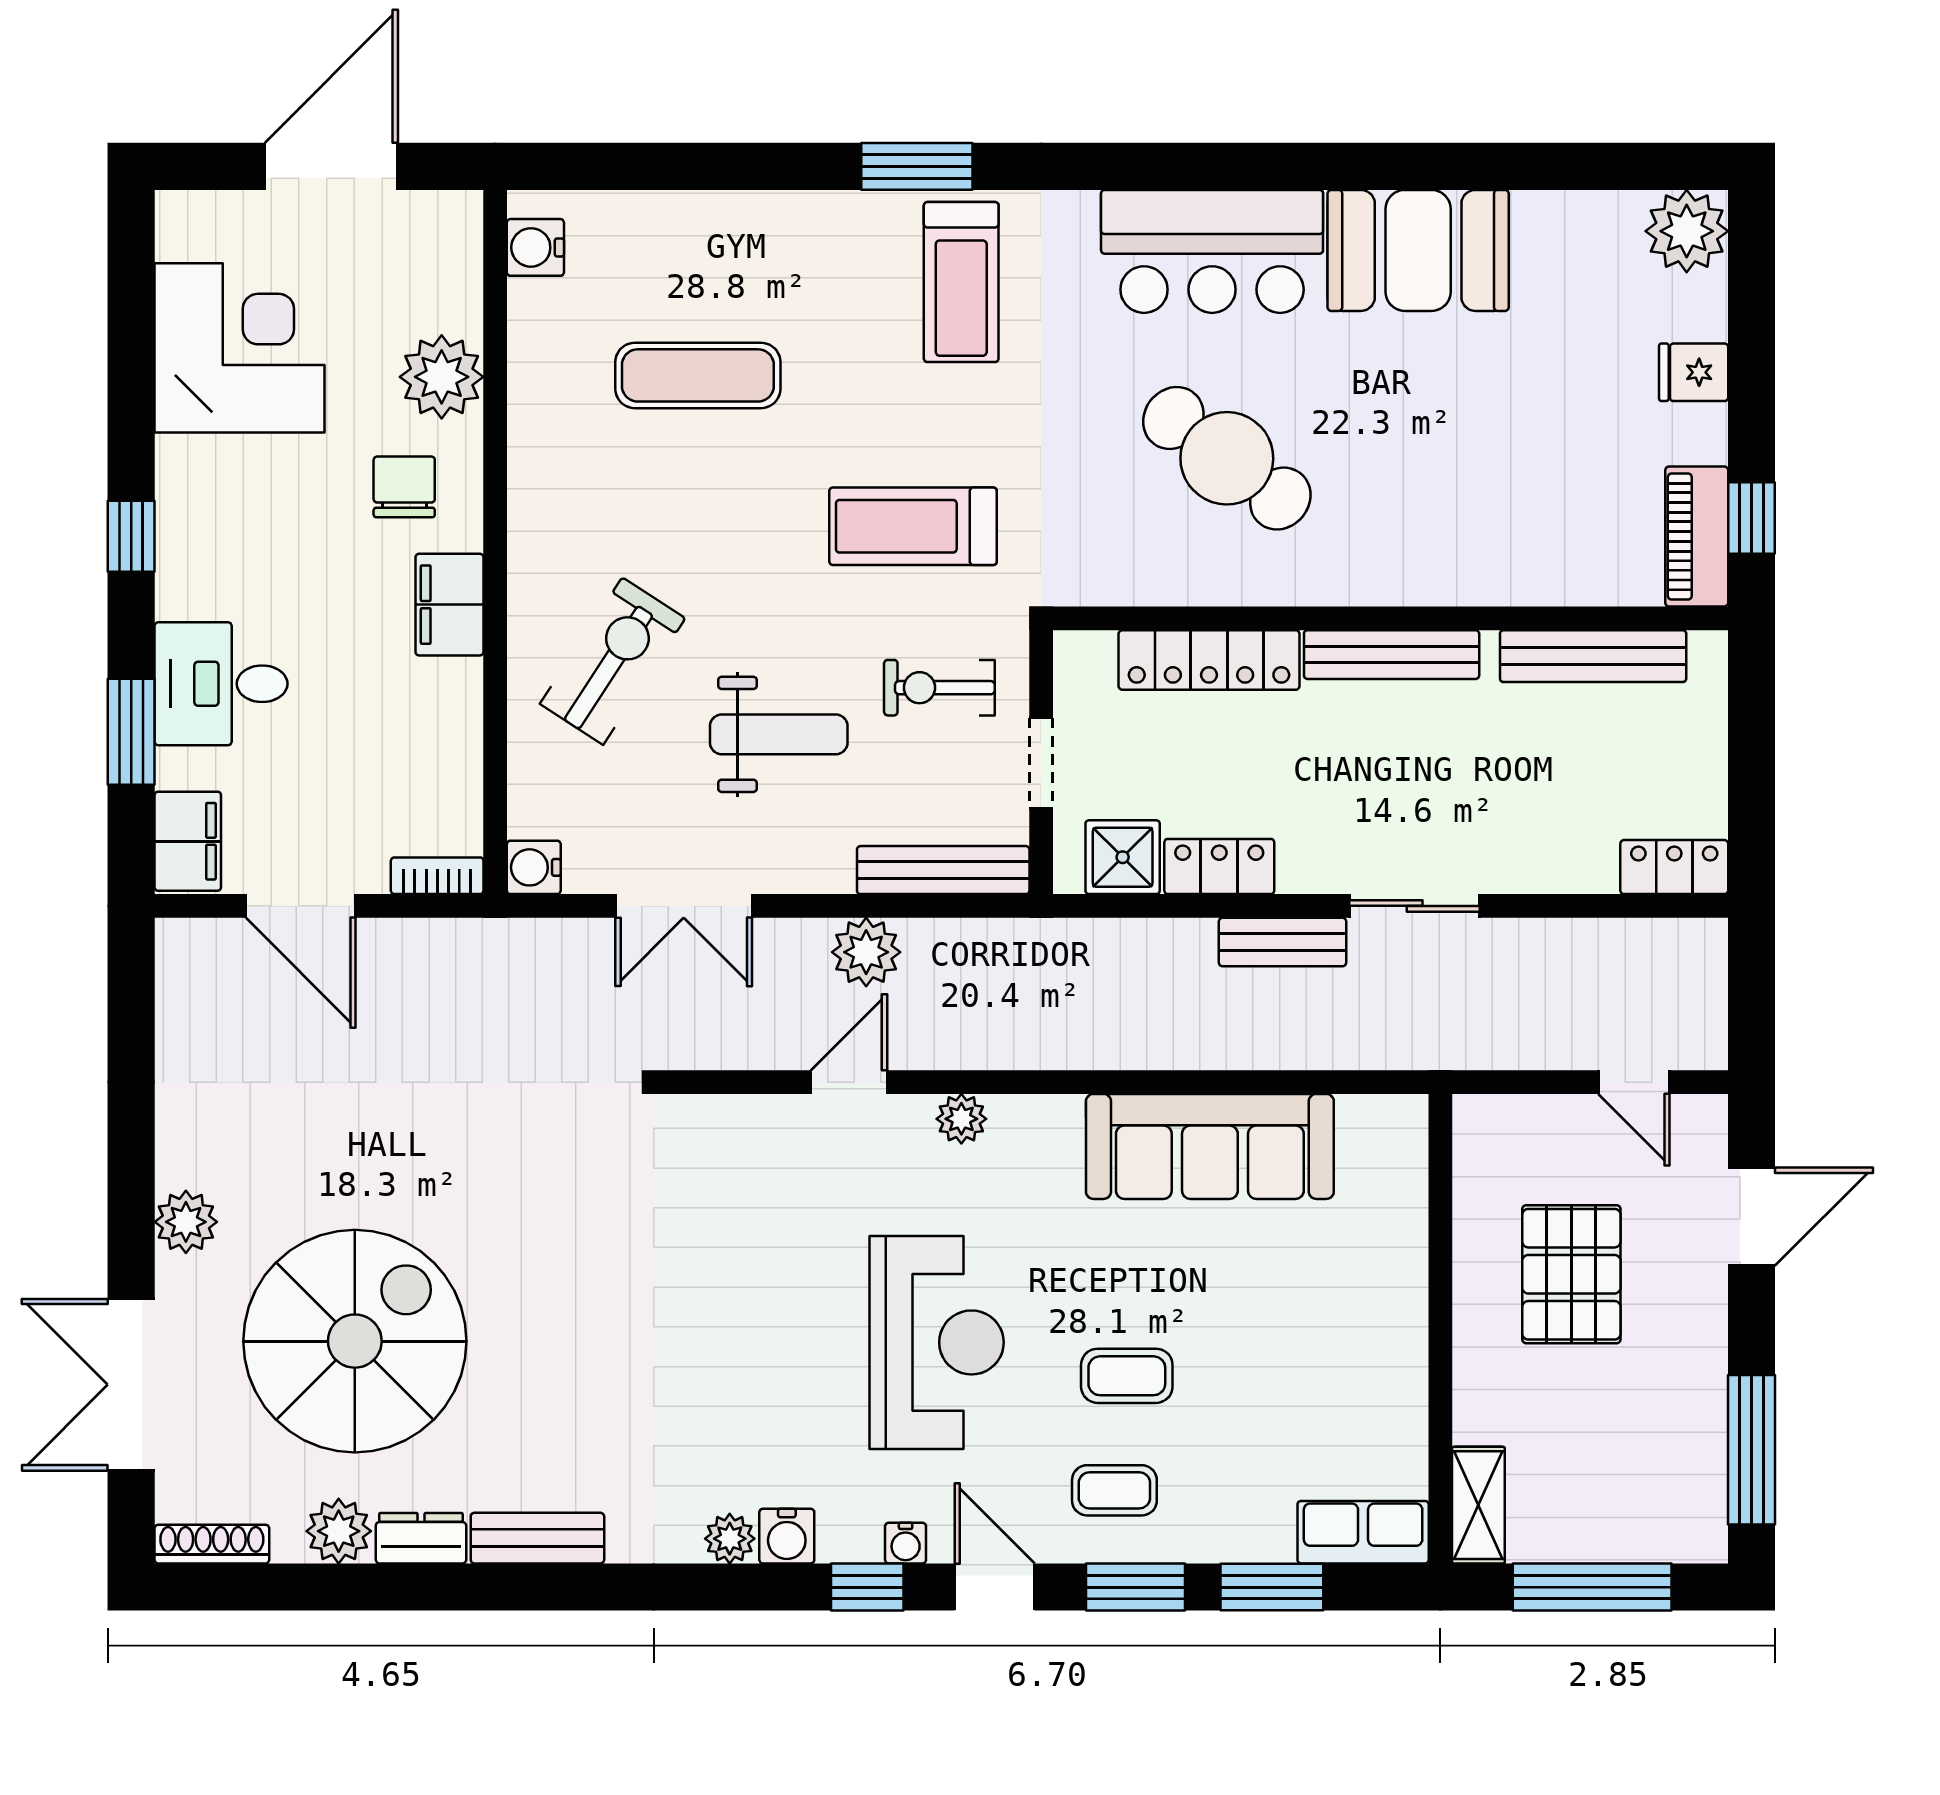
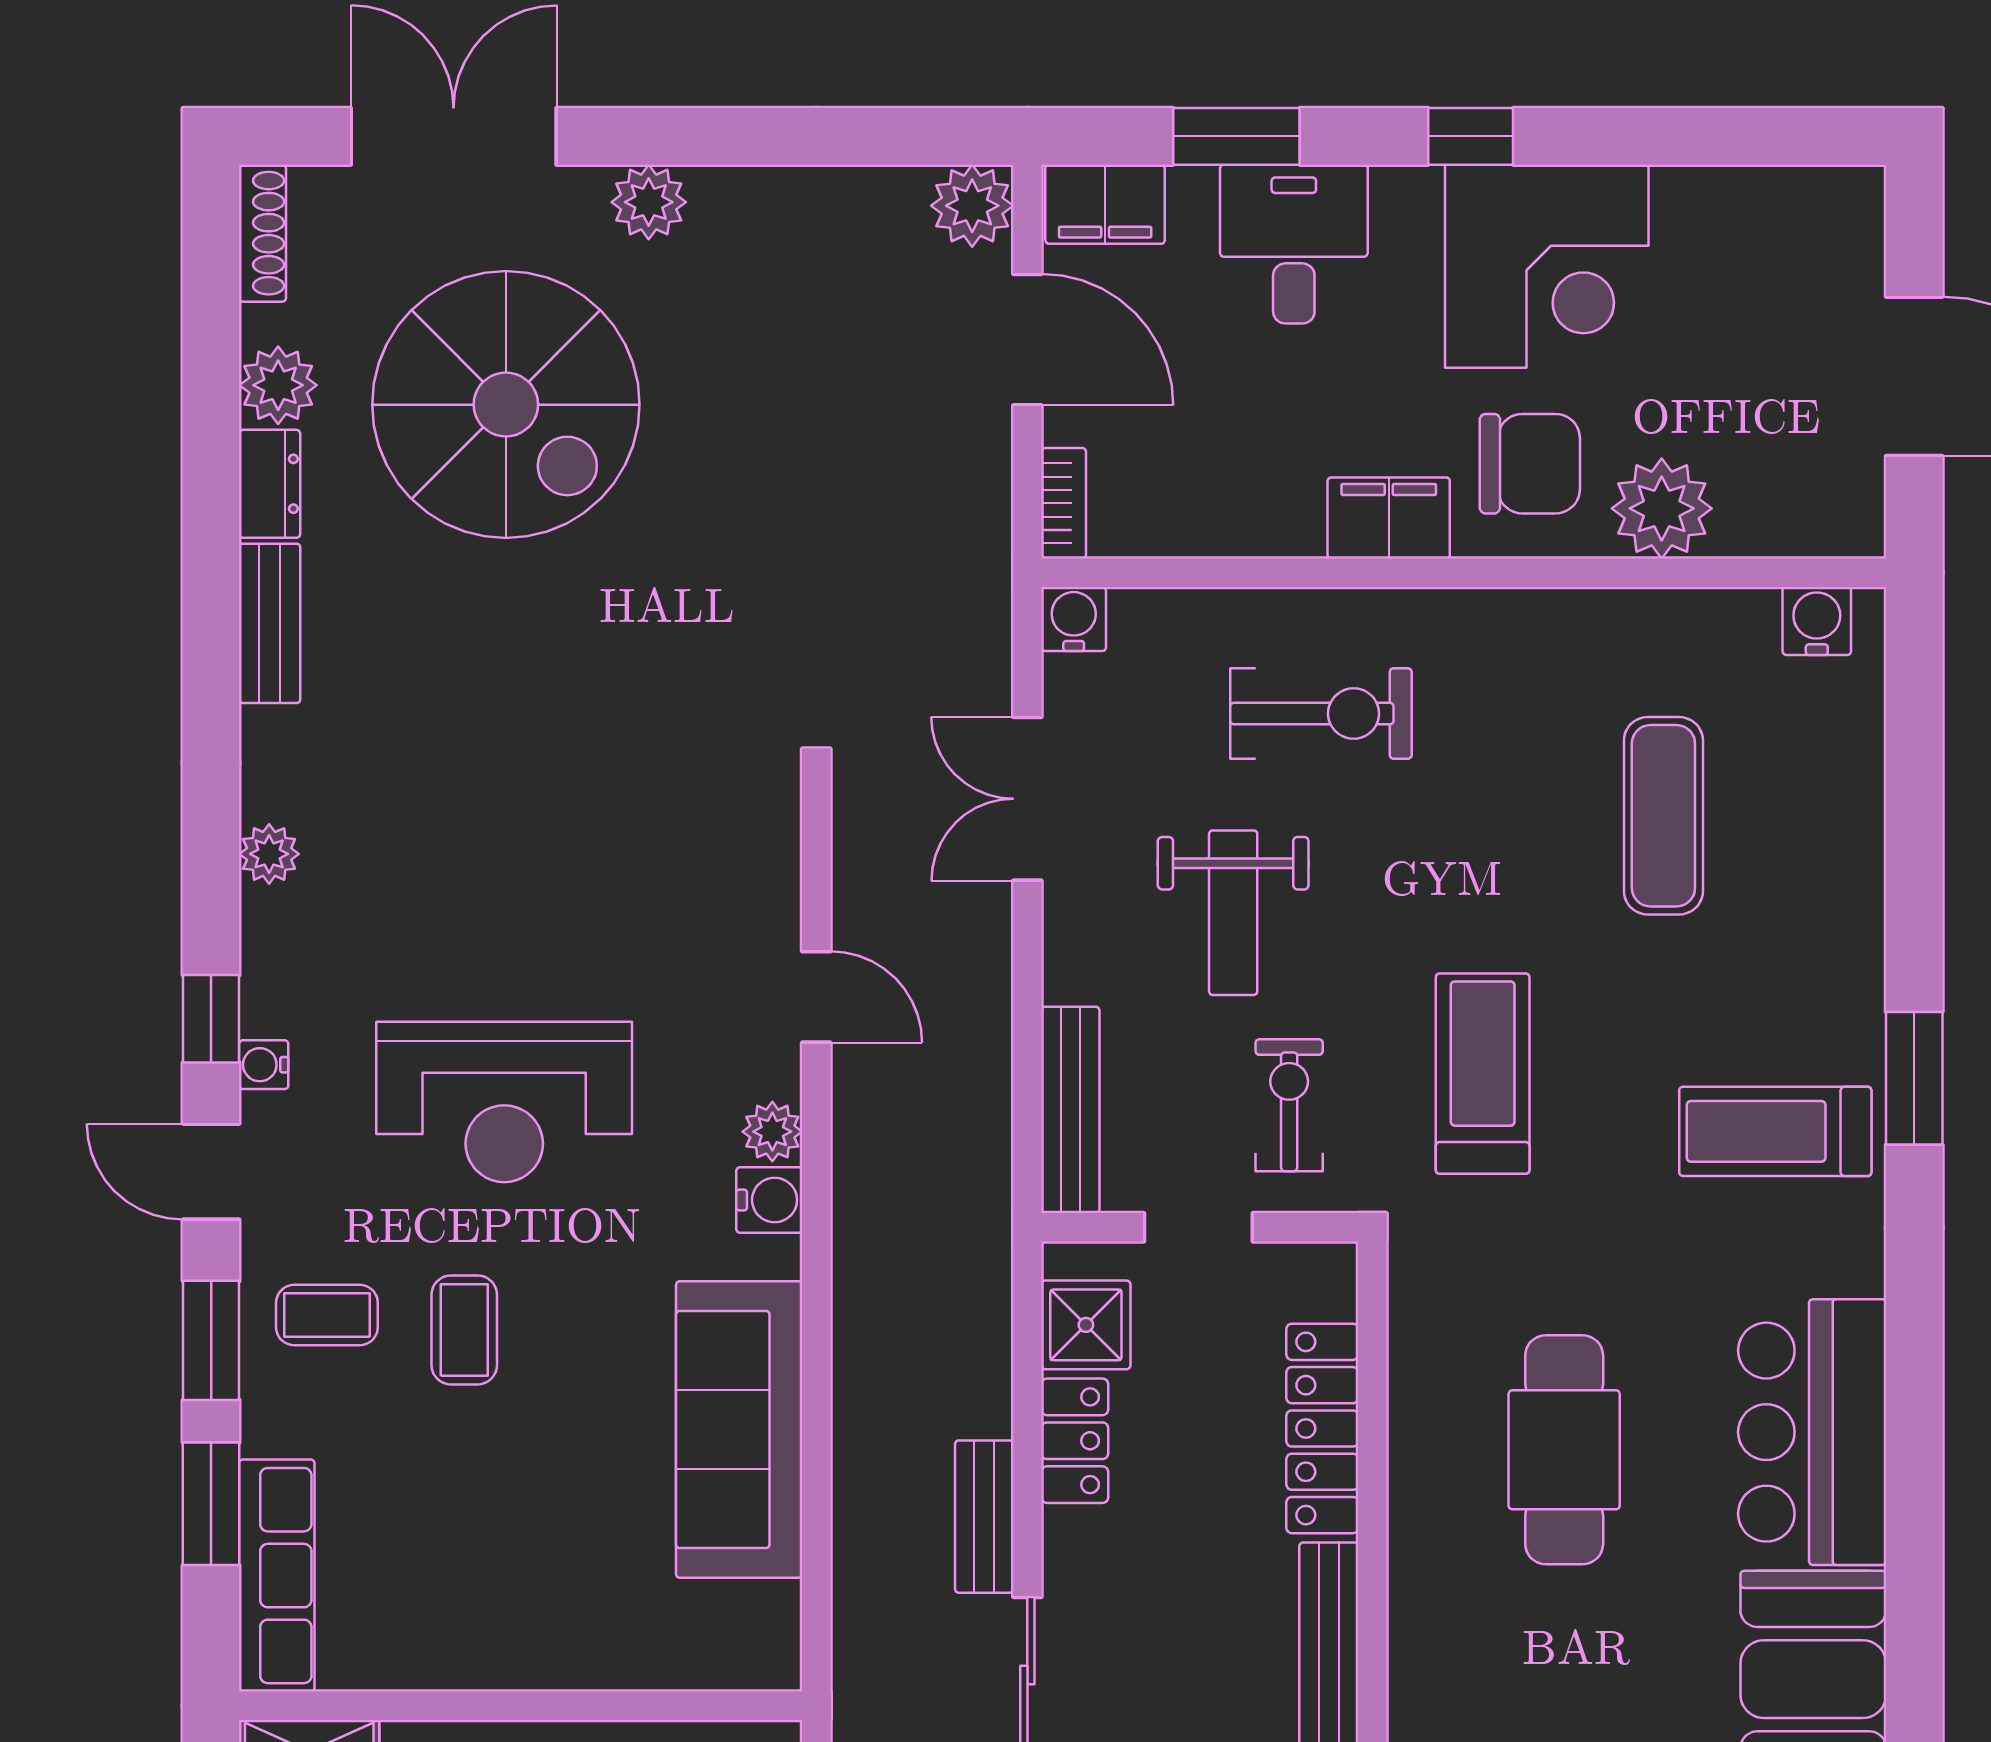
corner desk: (239, 348) -> (1547, 266), moved
cafe table: (1227, 458) -> (1564, 1450), turned -37
chair: (404, 487) -> (1530, 464), width x1.37, depth x1.37
exercise bike: (613, 661) -> (1321, 714), turned -33
door: (301, 906) -> (1027, 340), swing flipped
plant: (866, 952) -> (972, 206), moved
coffee table: (1114, 1490) -> (327, 1315), turned 90
row of seats: (1363, 1532) -> (277, 1576), width x1.48
water cooler: (787, 1536) -> (769, 1200), moved, turned 180
door: (995, 1587) -> (211, 1172), swing flipped

